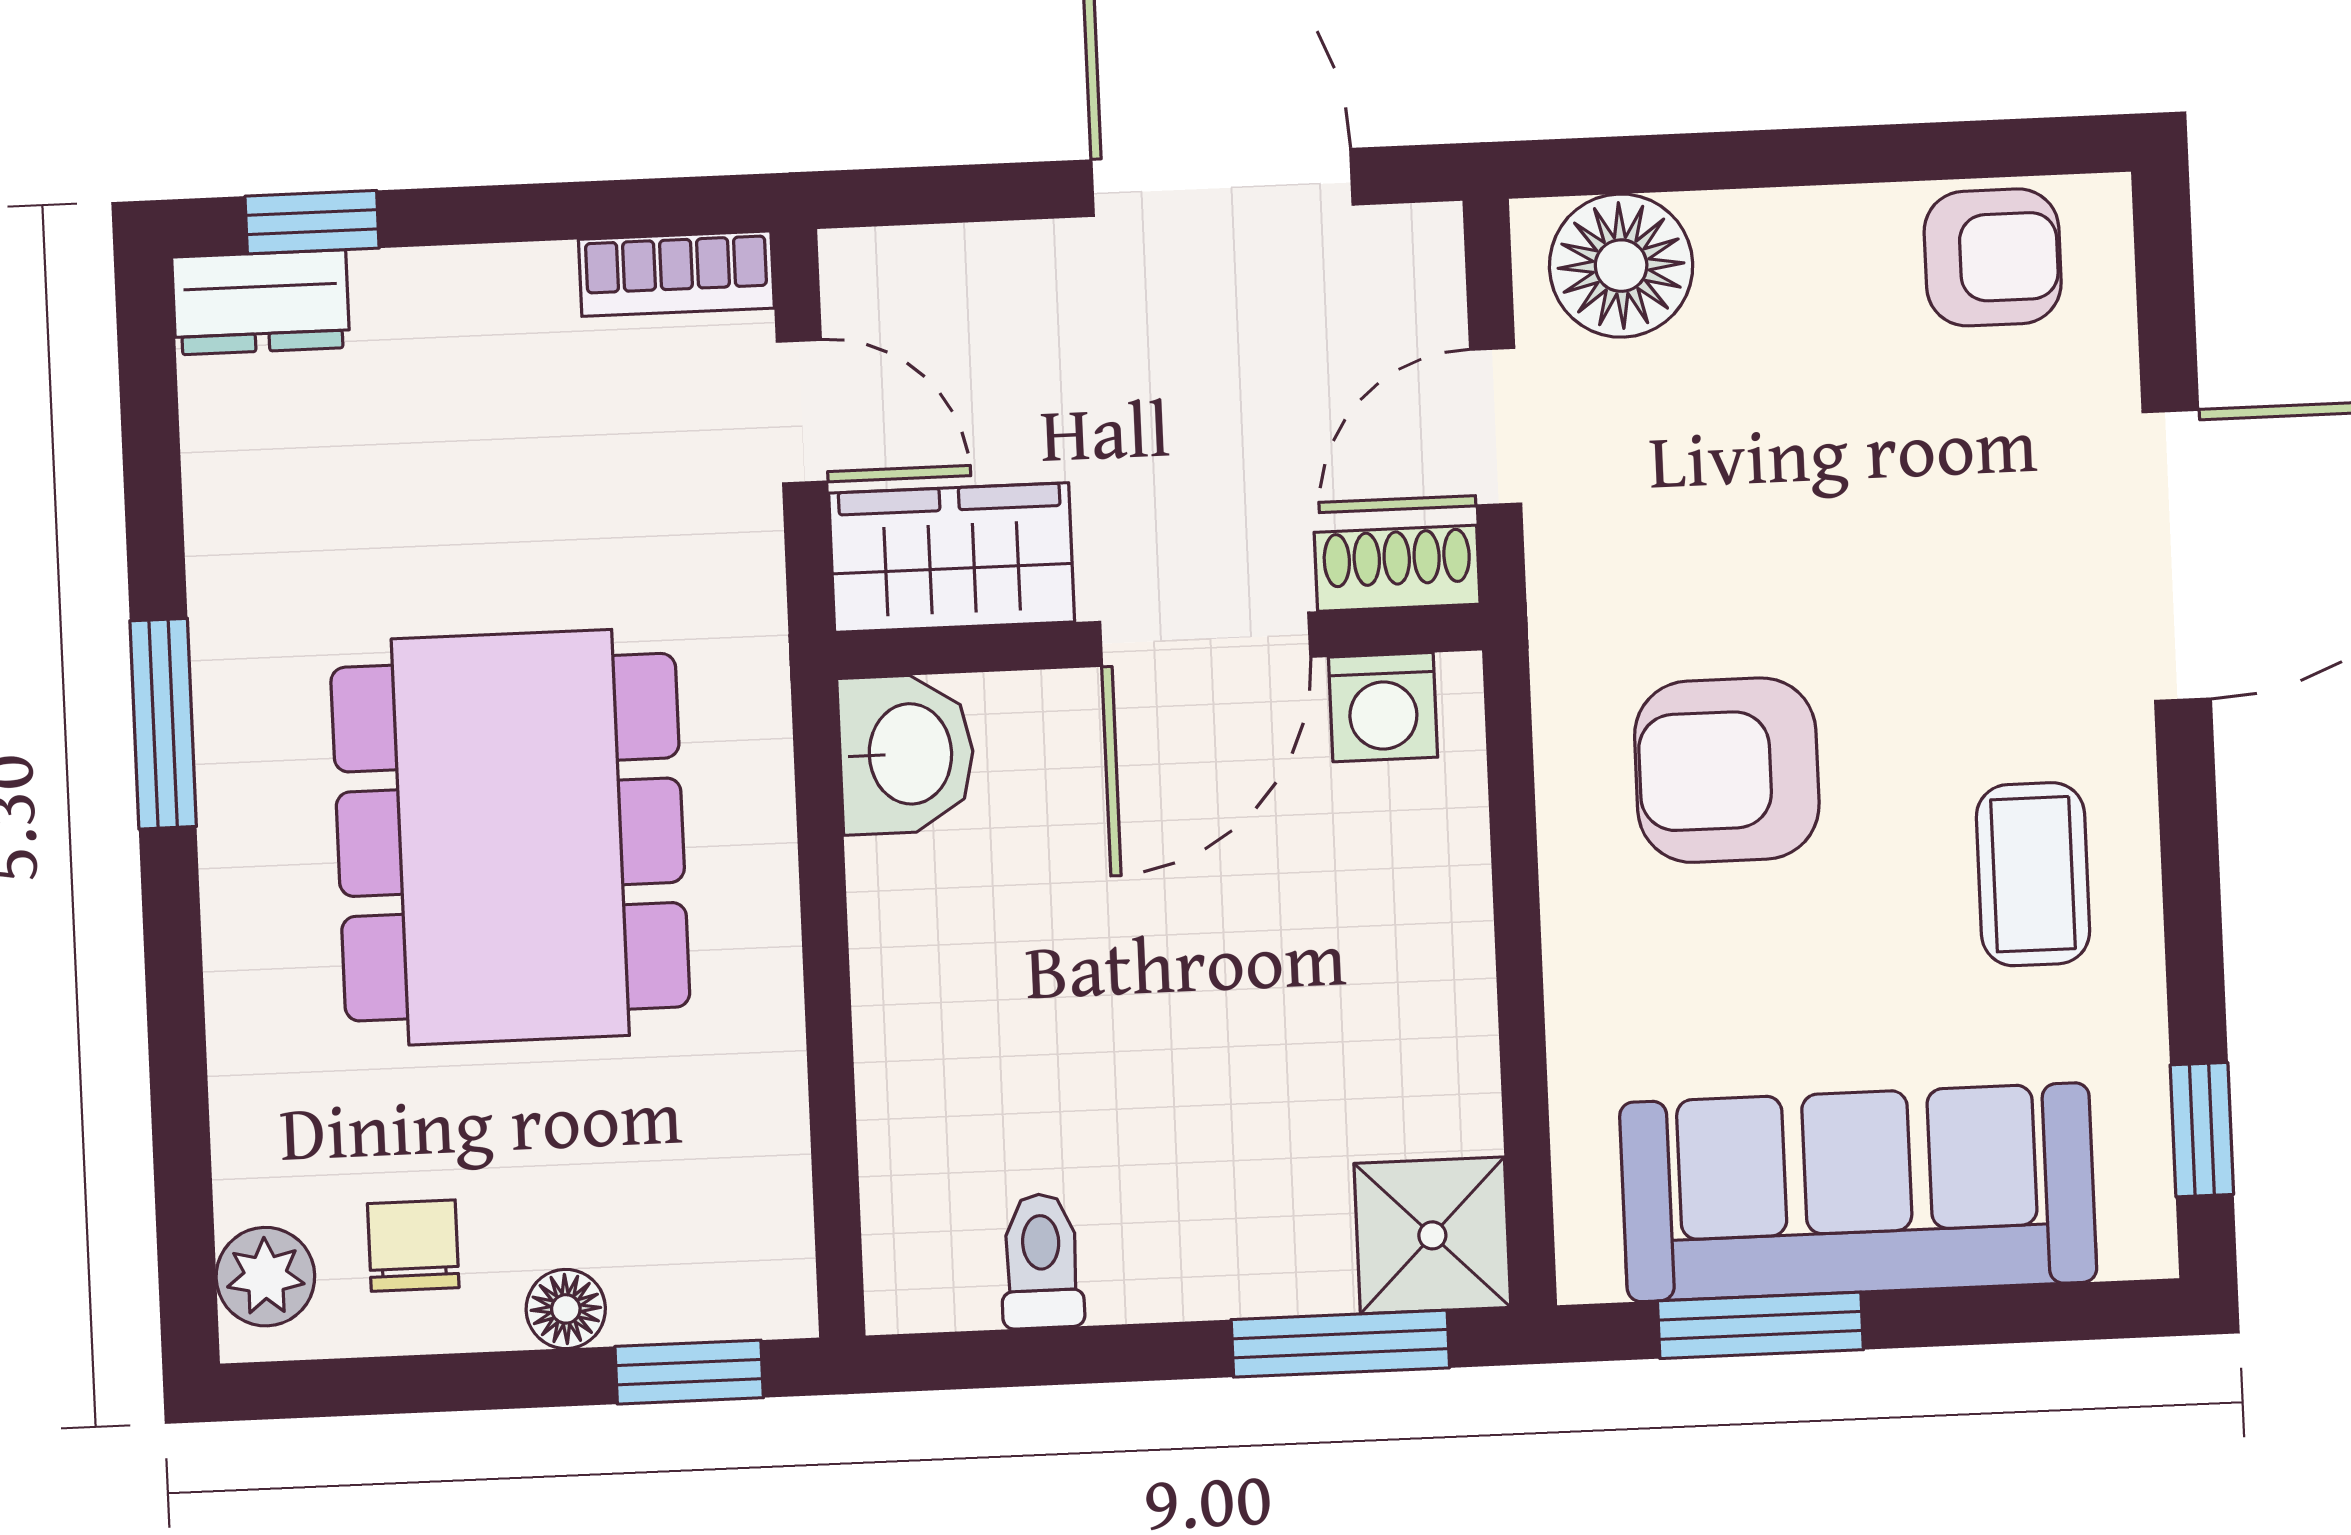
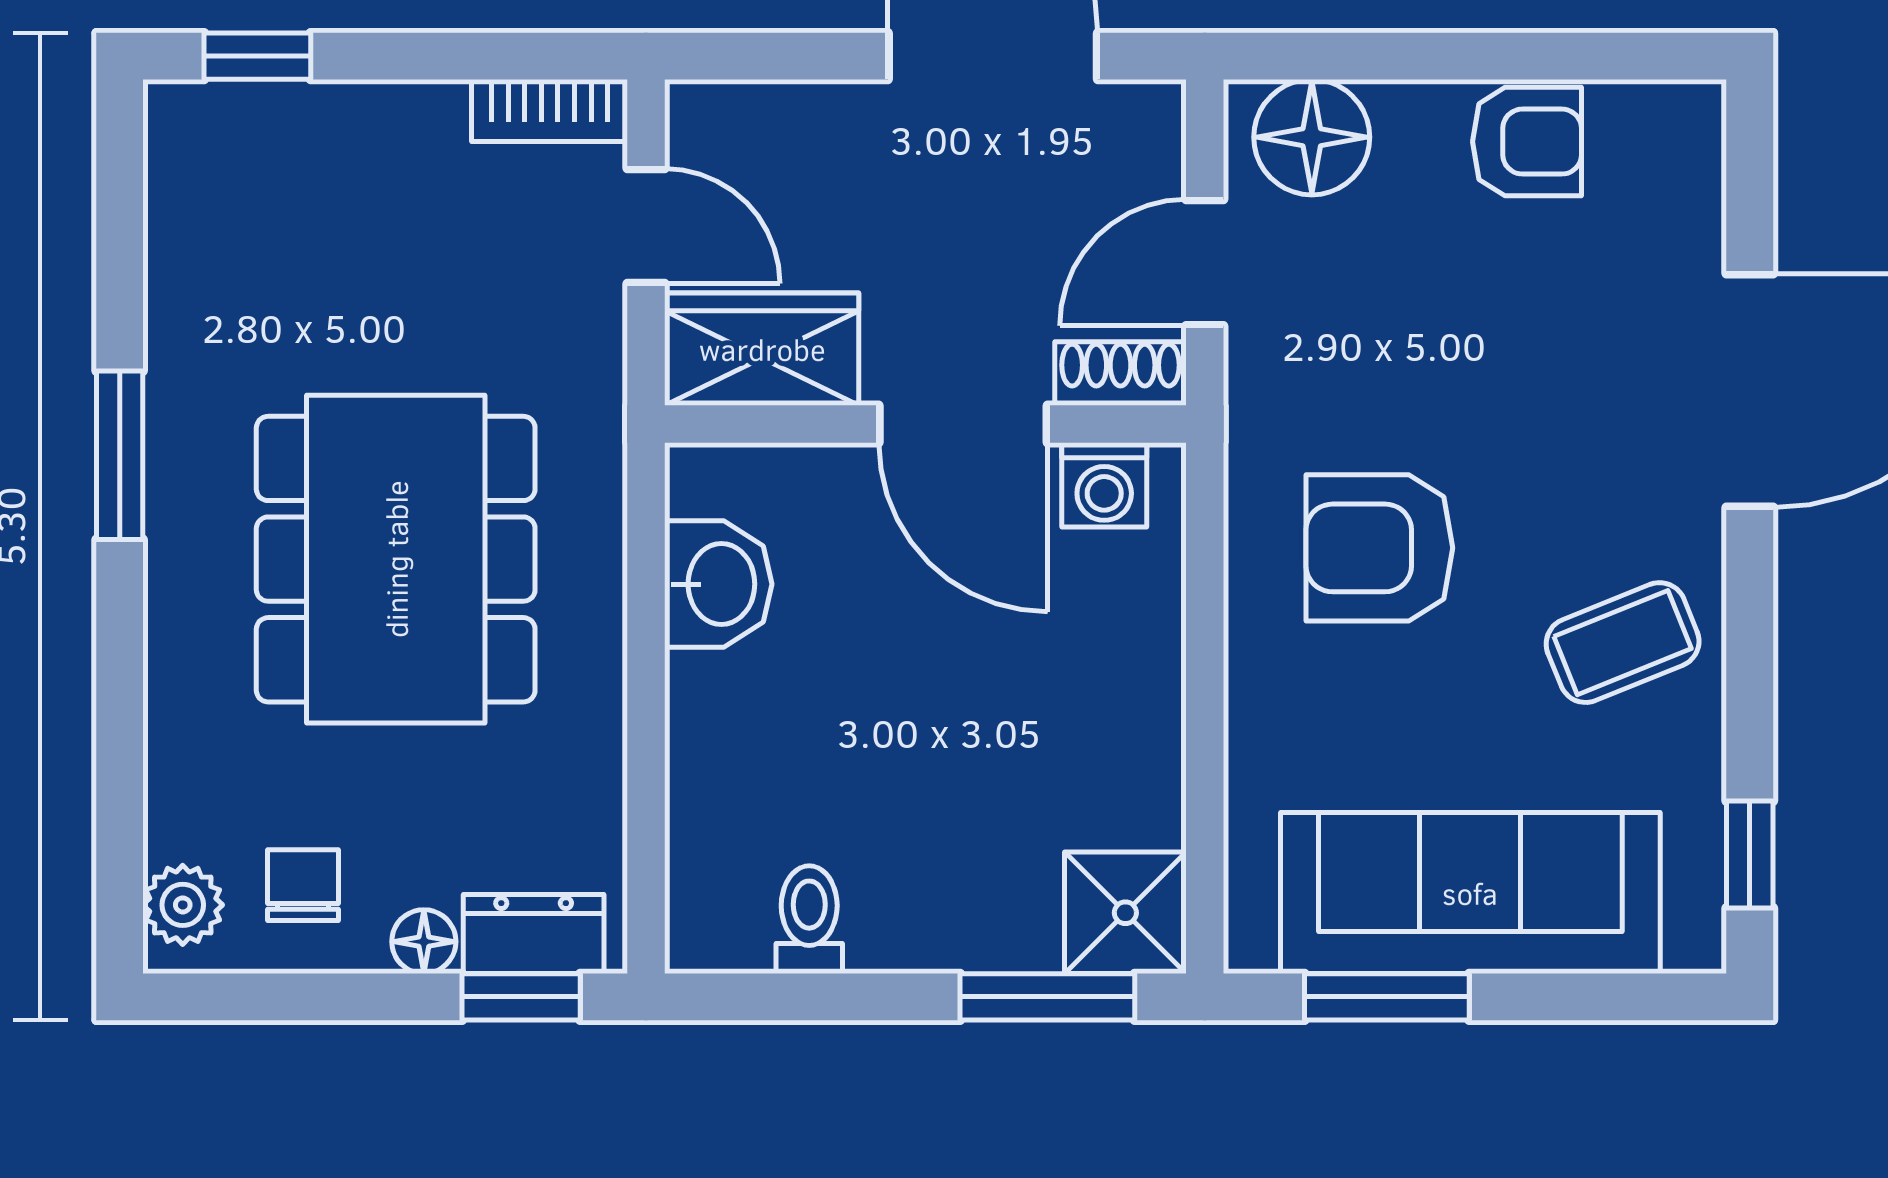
armchair: (1993, 257) -> (1527, 142), moved
dresser: (261, 302) -> (534, 934), moved, turned 180
door: (1205, 639) -> (963, 424), hinge flipped
washbasin: (906, 754) -> (718, 584), moved
coffee table: (2033, 874) -> (1623, 643), turned 68

